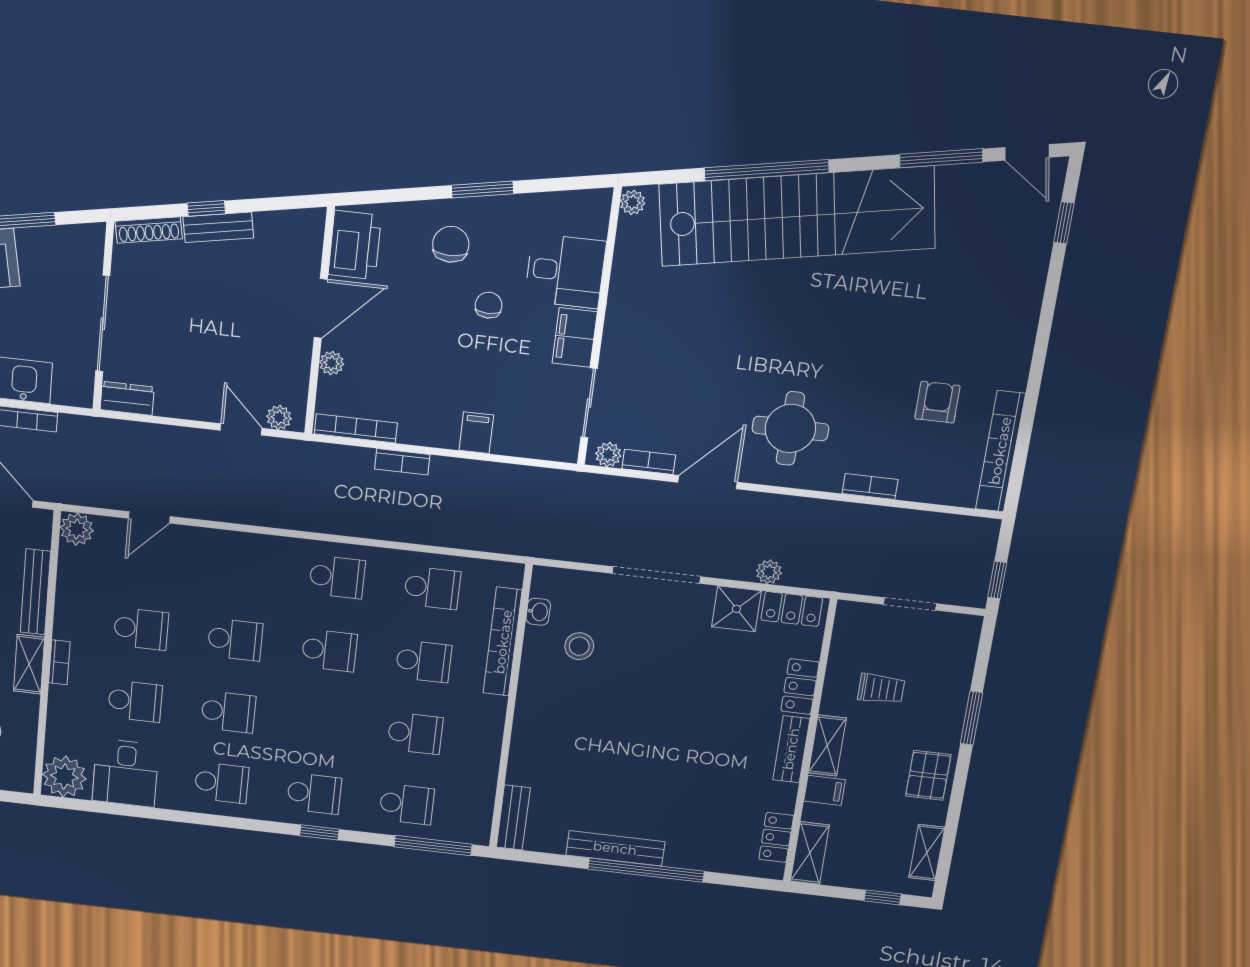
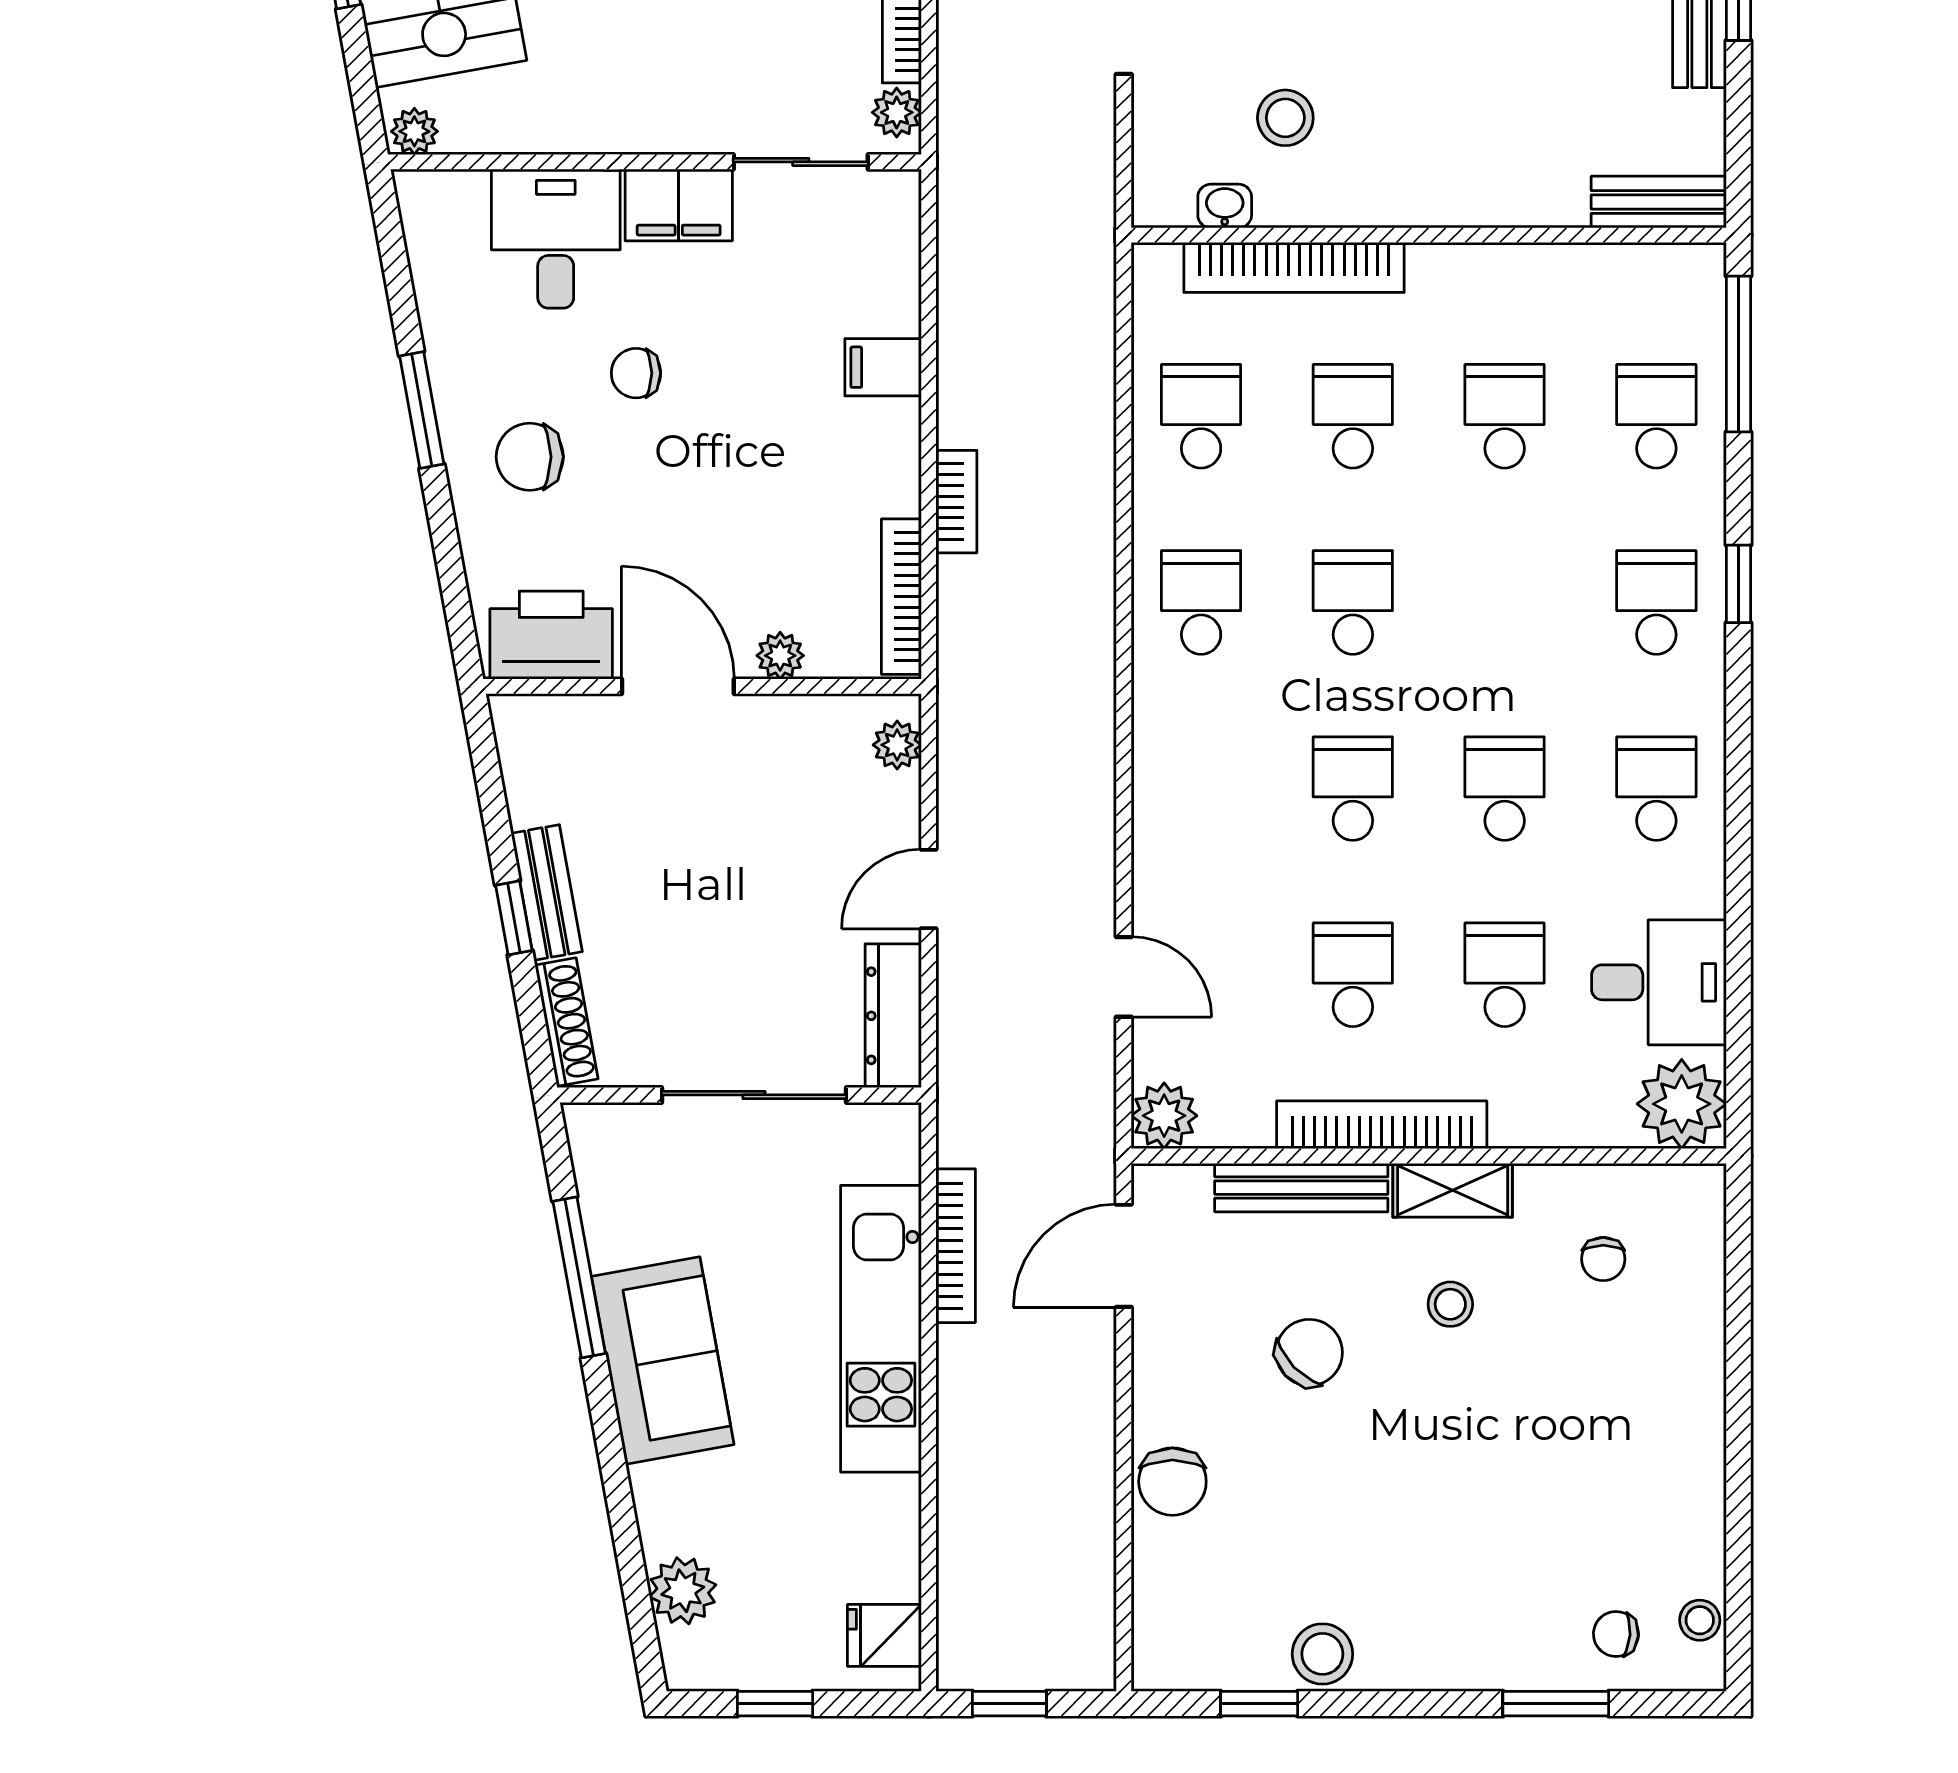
dresser: (127, 398) -> (893, 1016), width x1.44
door: (241, 429) -> (929, 889), moved
bookcase: (59, 662) -> (1382, 1125), width x2.31, depth x1.31

